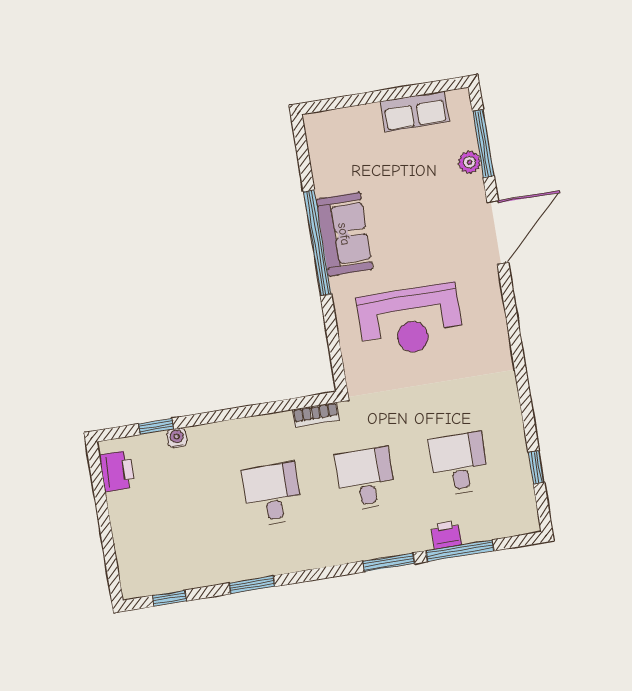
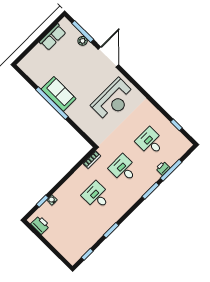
reception desk: (410, 321) -> (113, 100), moved

